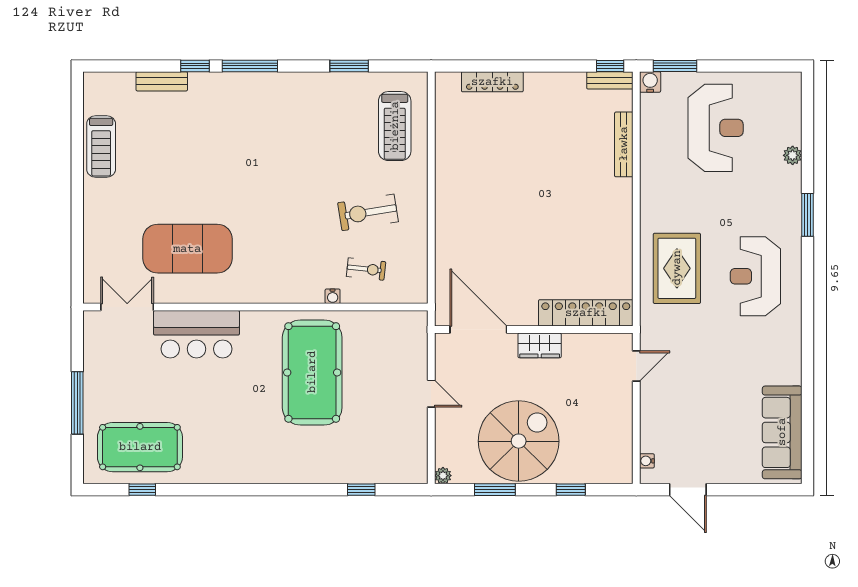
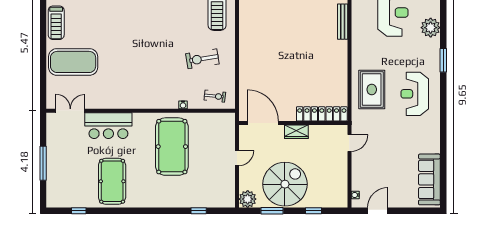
plant: (793, 155) -> (431, 28), width x1.88, depth x1.88
exercise mat: (187, 249) -> (73, 62), moved
exercise bike: (366, 269) -> (215, 96), moved
door: (431, 394) -> (237, 158), hinge flipped
pool table: (140, 447) -> (112, 181), moved, turned 90
plant: (443, 476) -> (248, 199), width x1.87, depth x1.87
door: (688, 490) -> (378, 211), swing flipped

